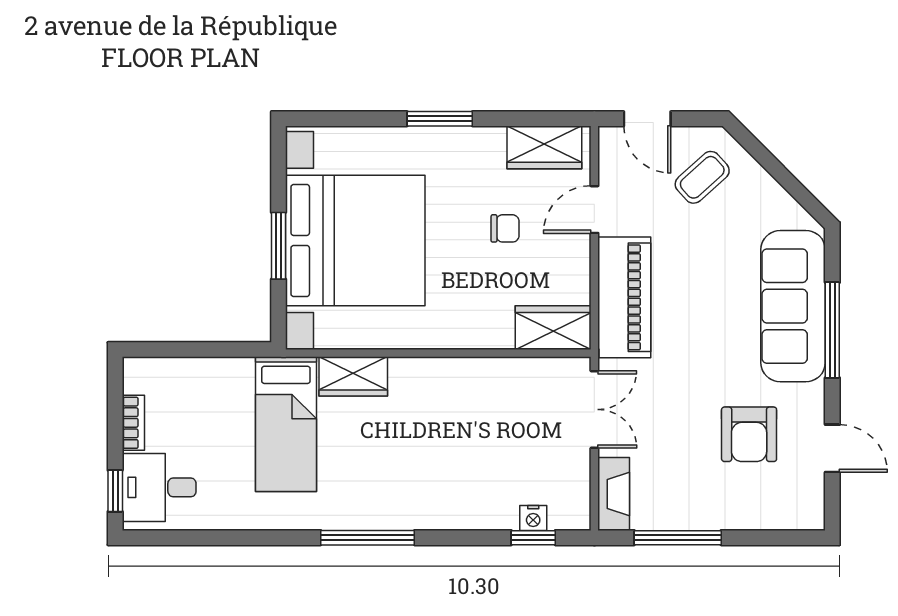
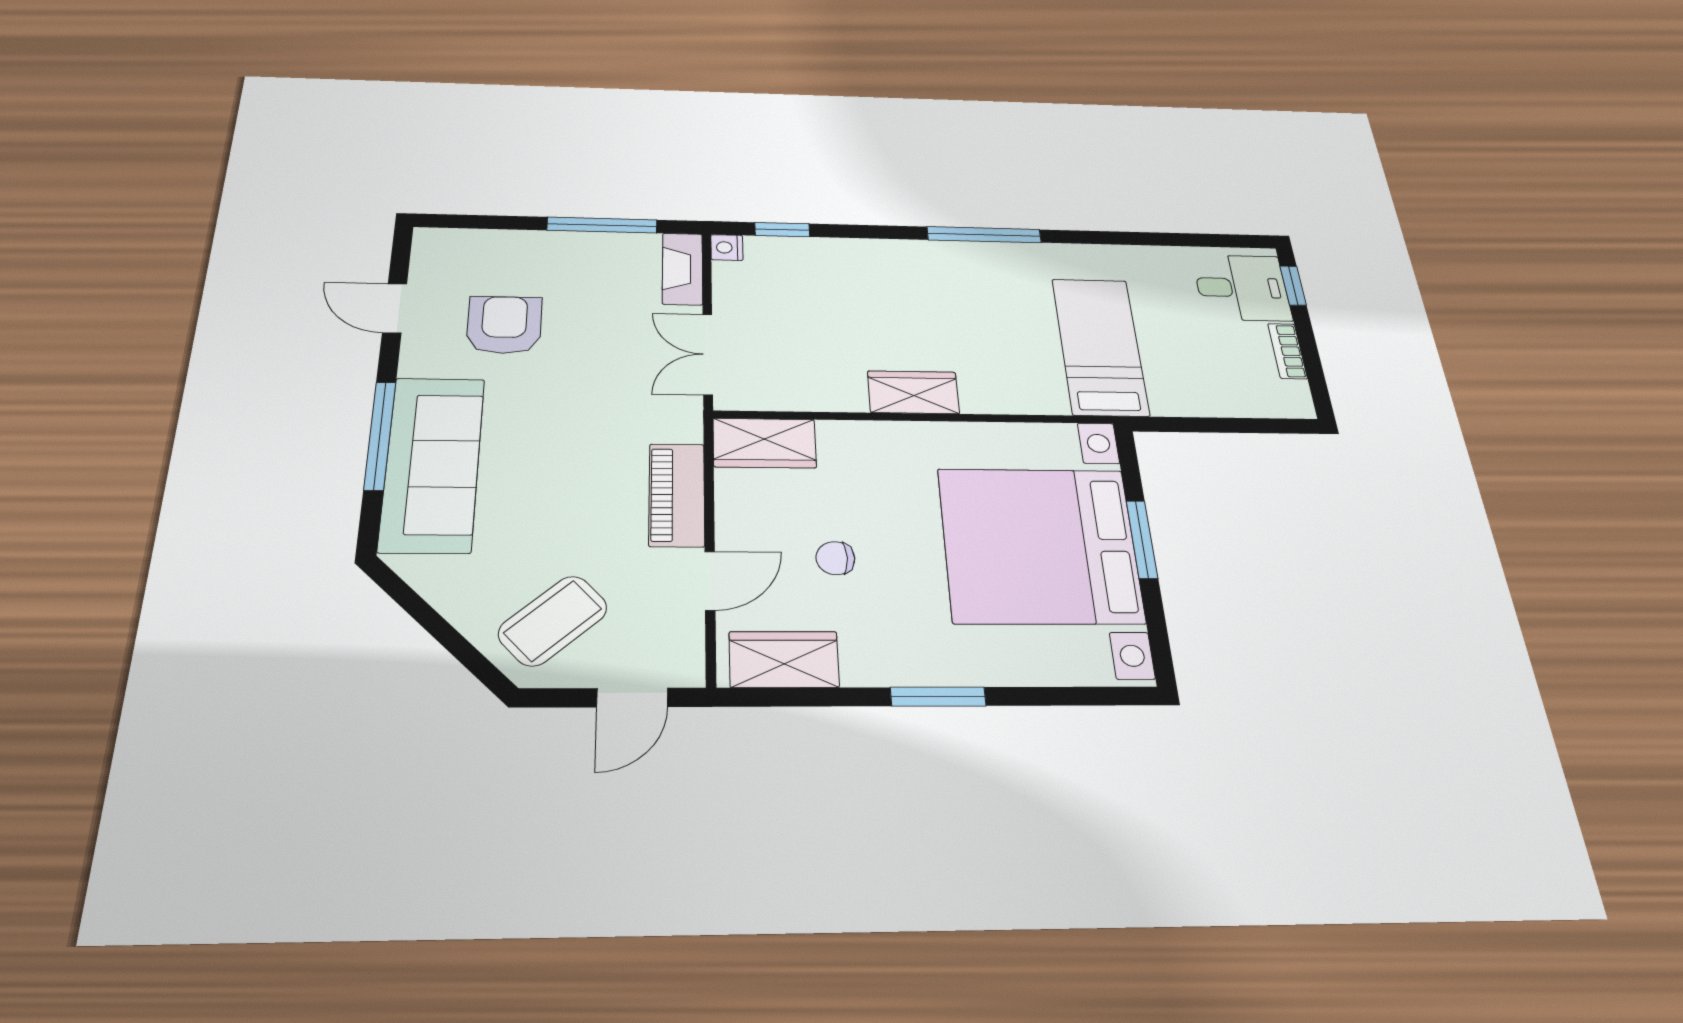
door: (647, 119) -> (632, 698), swing flipped
coffee table: (702, 177) -> (553, 621), width x1.36, depth x1.30
piano: (624, 297) -> (677, 495), width x0.73, depth x0.75
wardrobe: (353, 376) -> (913, 392), moved
nightstand: (533, 518) -> (727, 247), moved, turned -90

